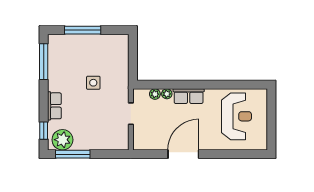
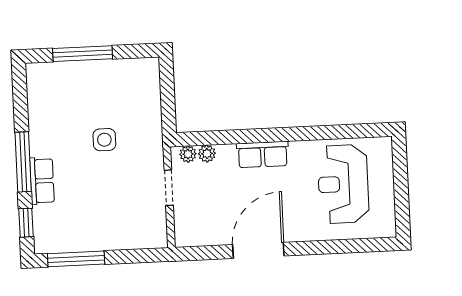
window: (44, 62) -> (23, 162), moved
plant: (167, 94) -> (188, 154), moved
reception desk: (236, 116) -> (343, 184), turned 180
plant: (62, 140) -> (58, 236), removed

